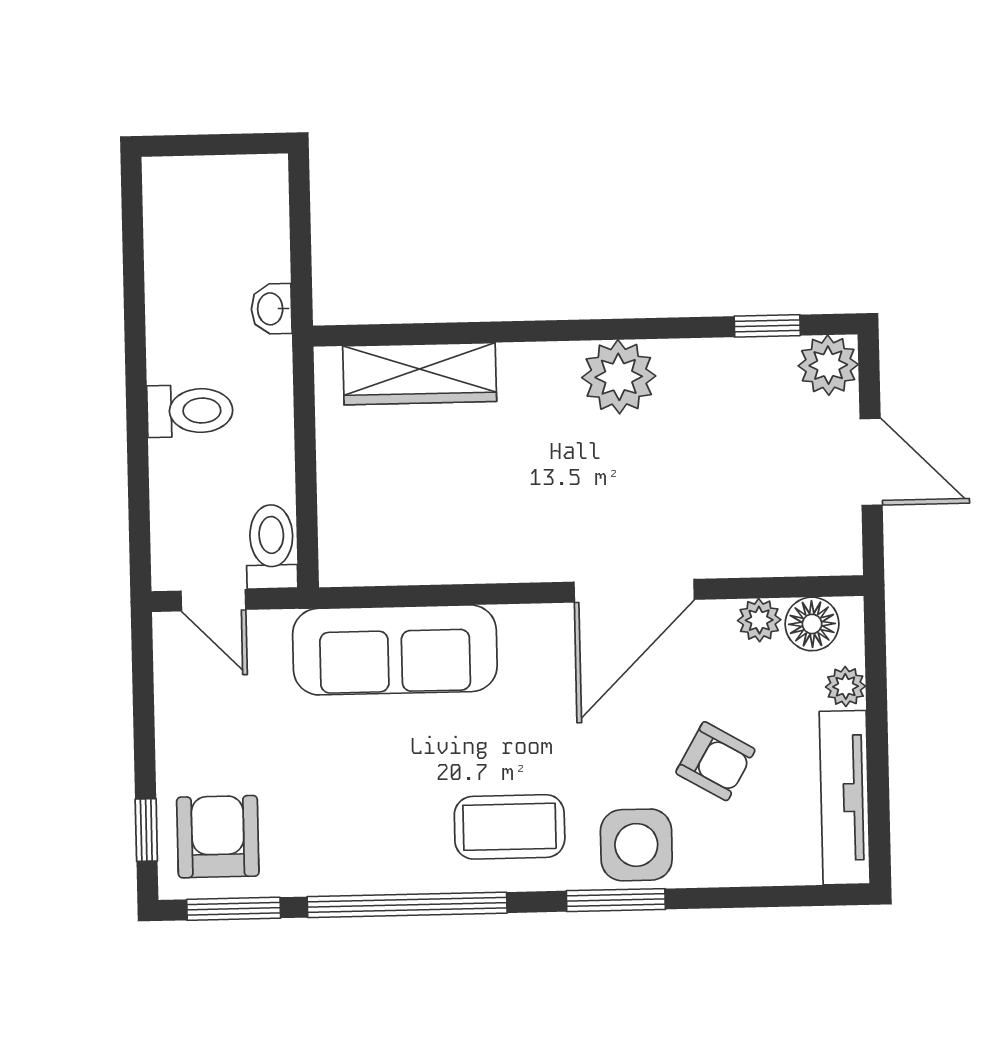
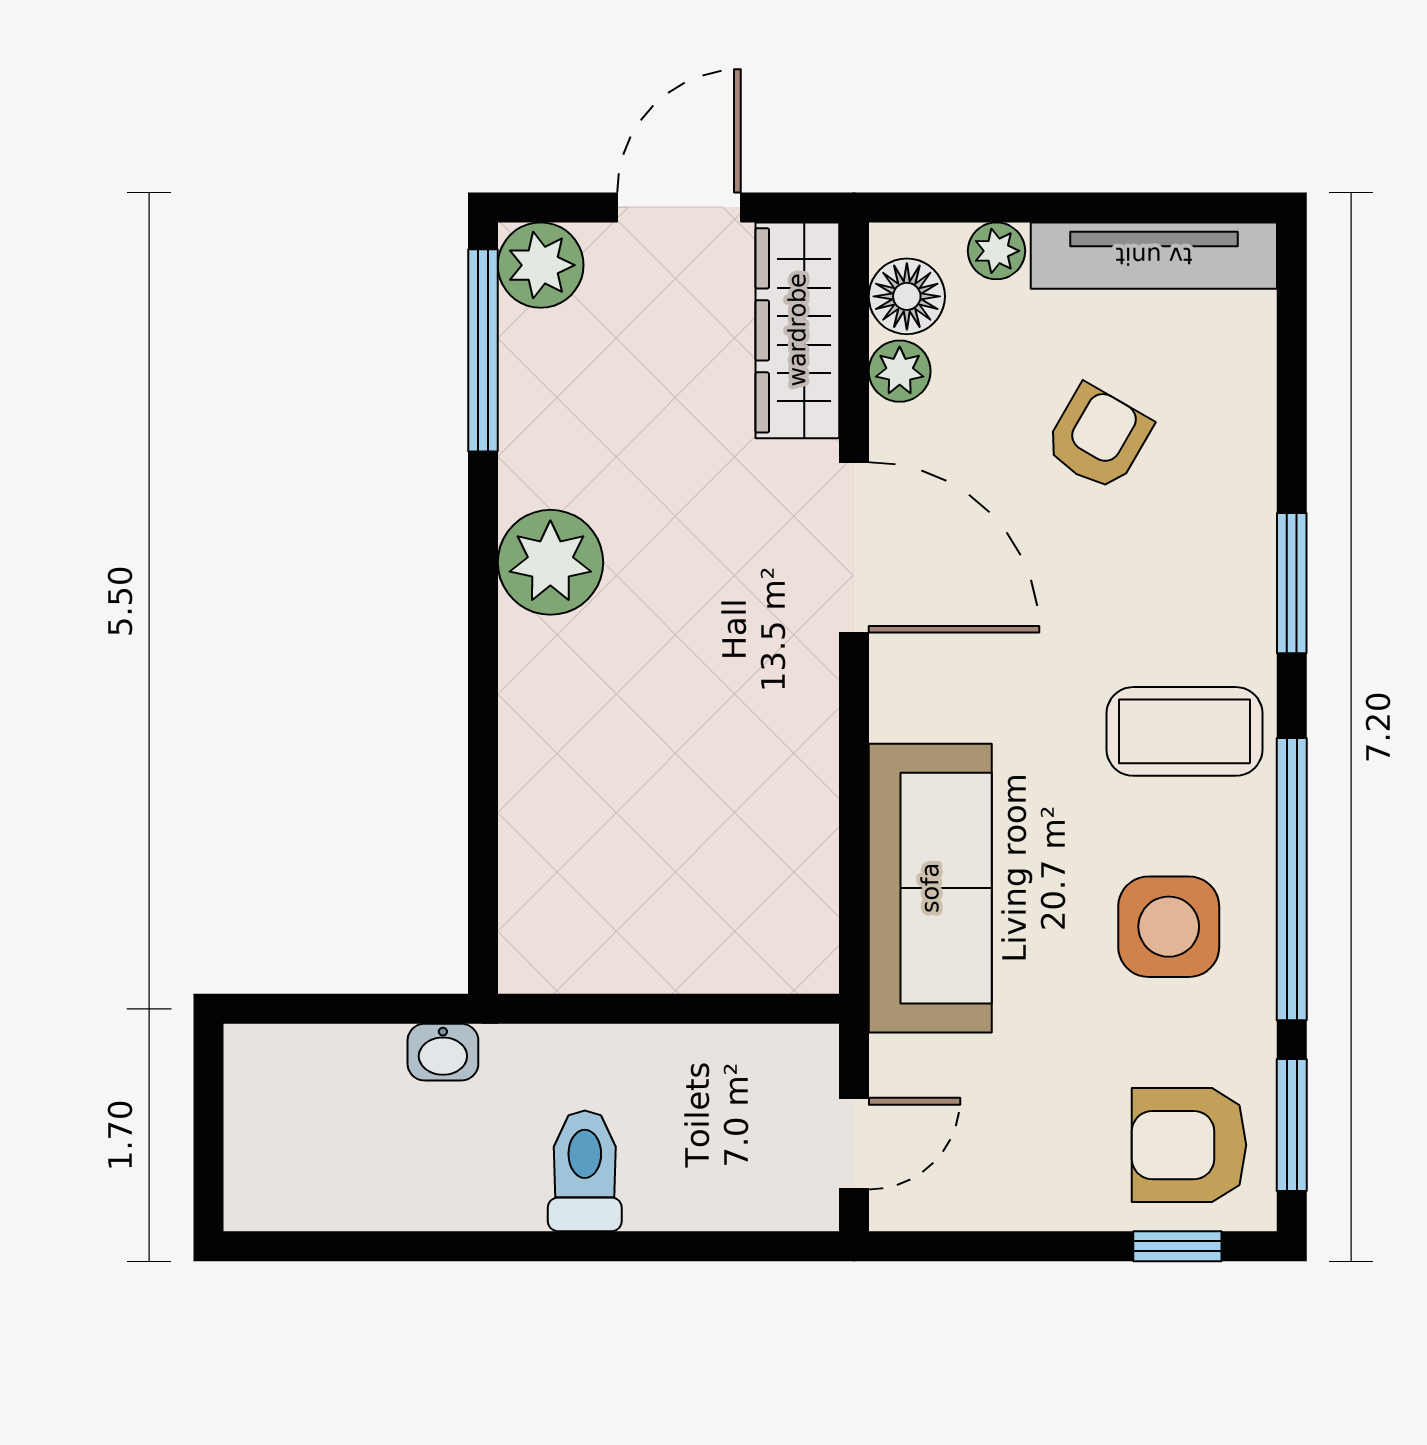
window: (767, 326) -> (483, 350), width x2.17
wardrobe: (420, 374) -> (797, 330), moved, turned 180
toilet: (272, 547) -> (780, 1060), removed
coffee table: (510, 827) -> (1184, 731), turned 90
side table: (636, 845) -> (1169, 927), moved

